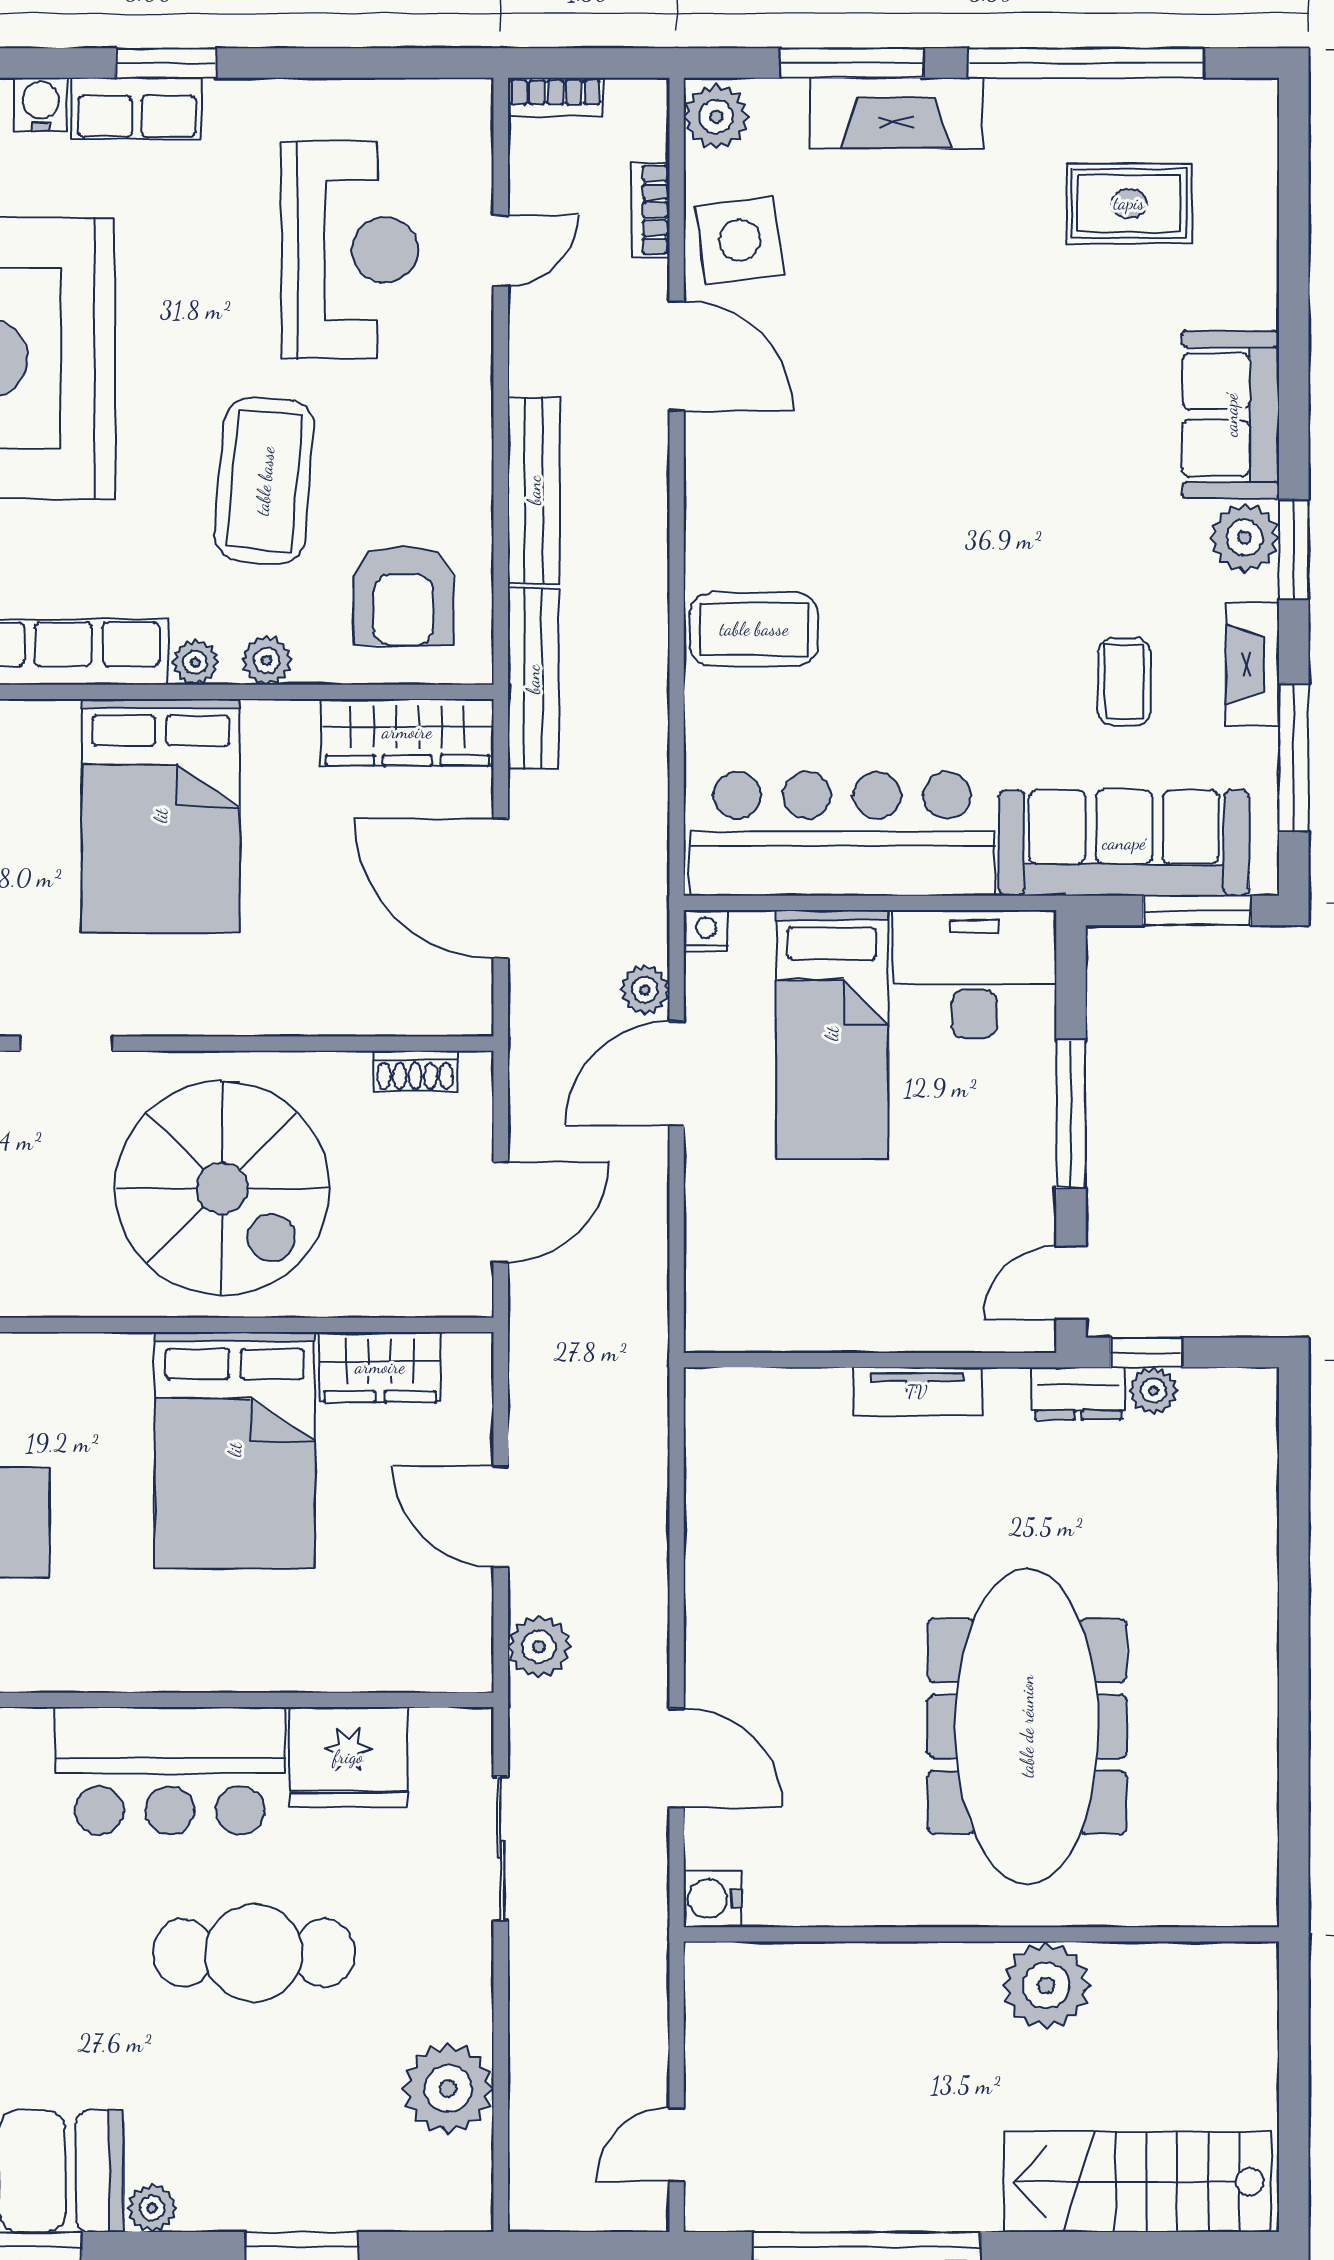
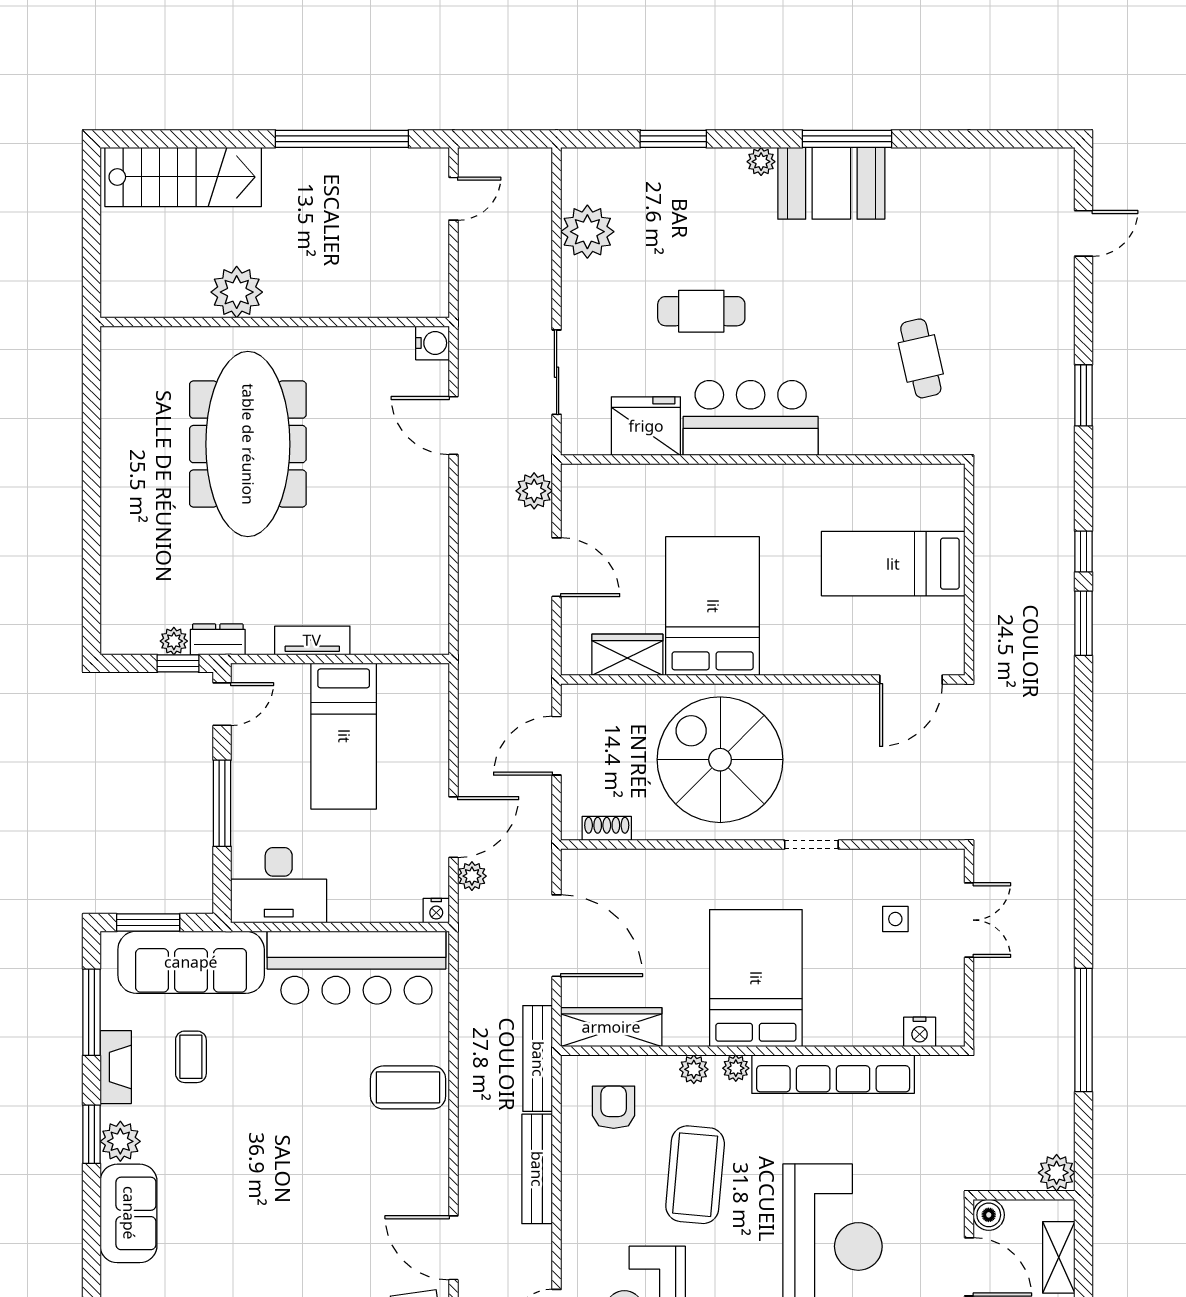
armchair: (403, 596) -> (614, 1107), width x0.72, depth x0.72
bed: (832, 1034) -> (344, 736), moved, turned 180
cafe table: (254, 1953) -> (701, 311), width x0.73, depth x0.74

